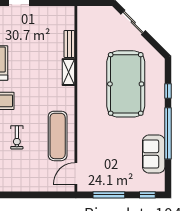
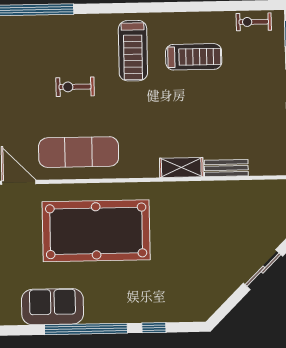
pool table: (126, 84) -> (96, 231), moved

